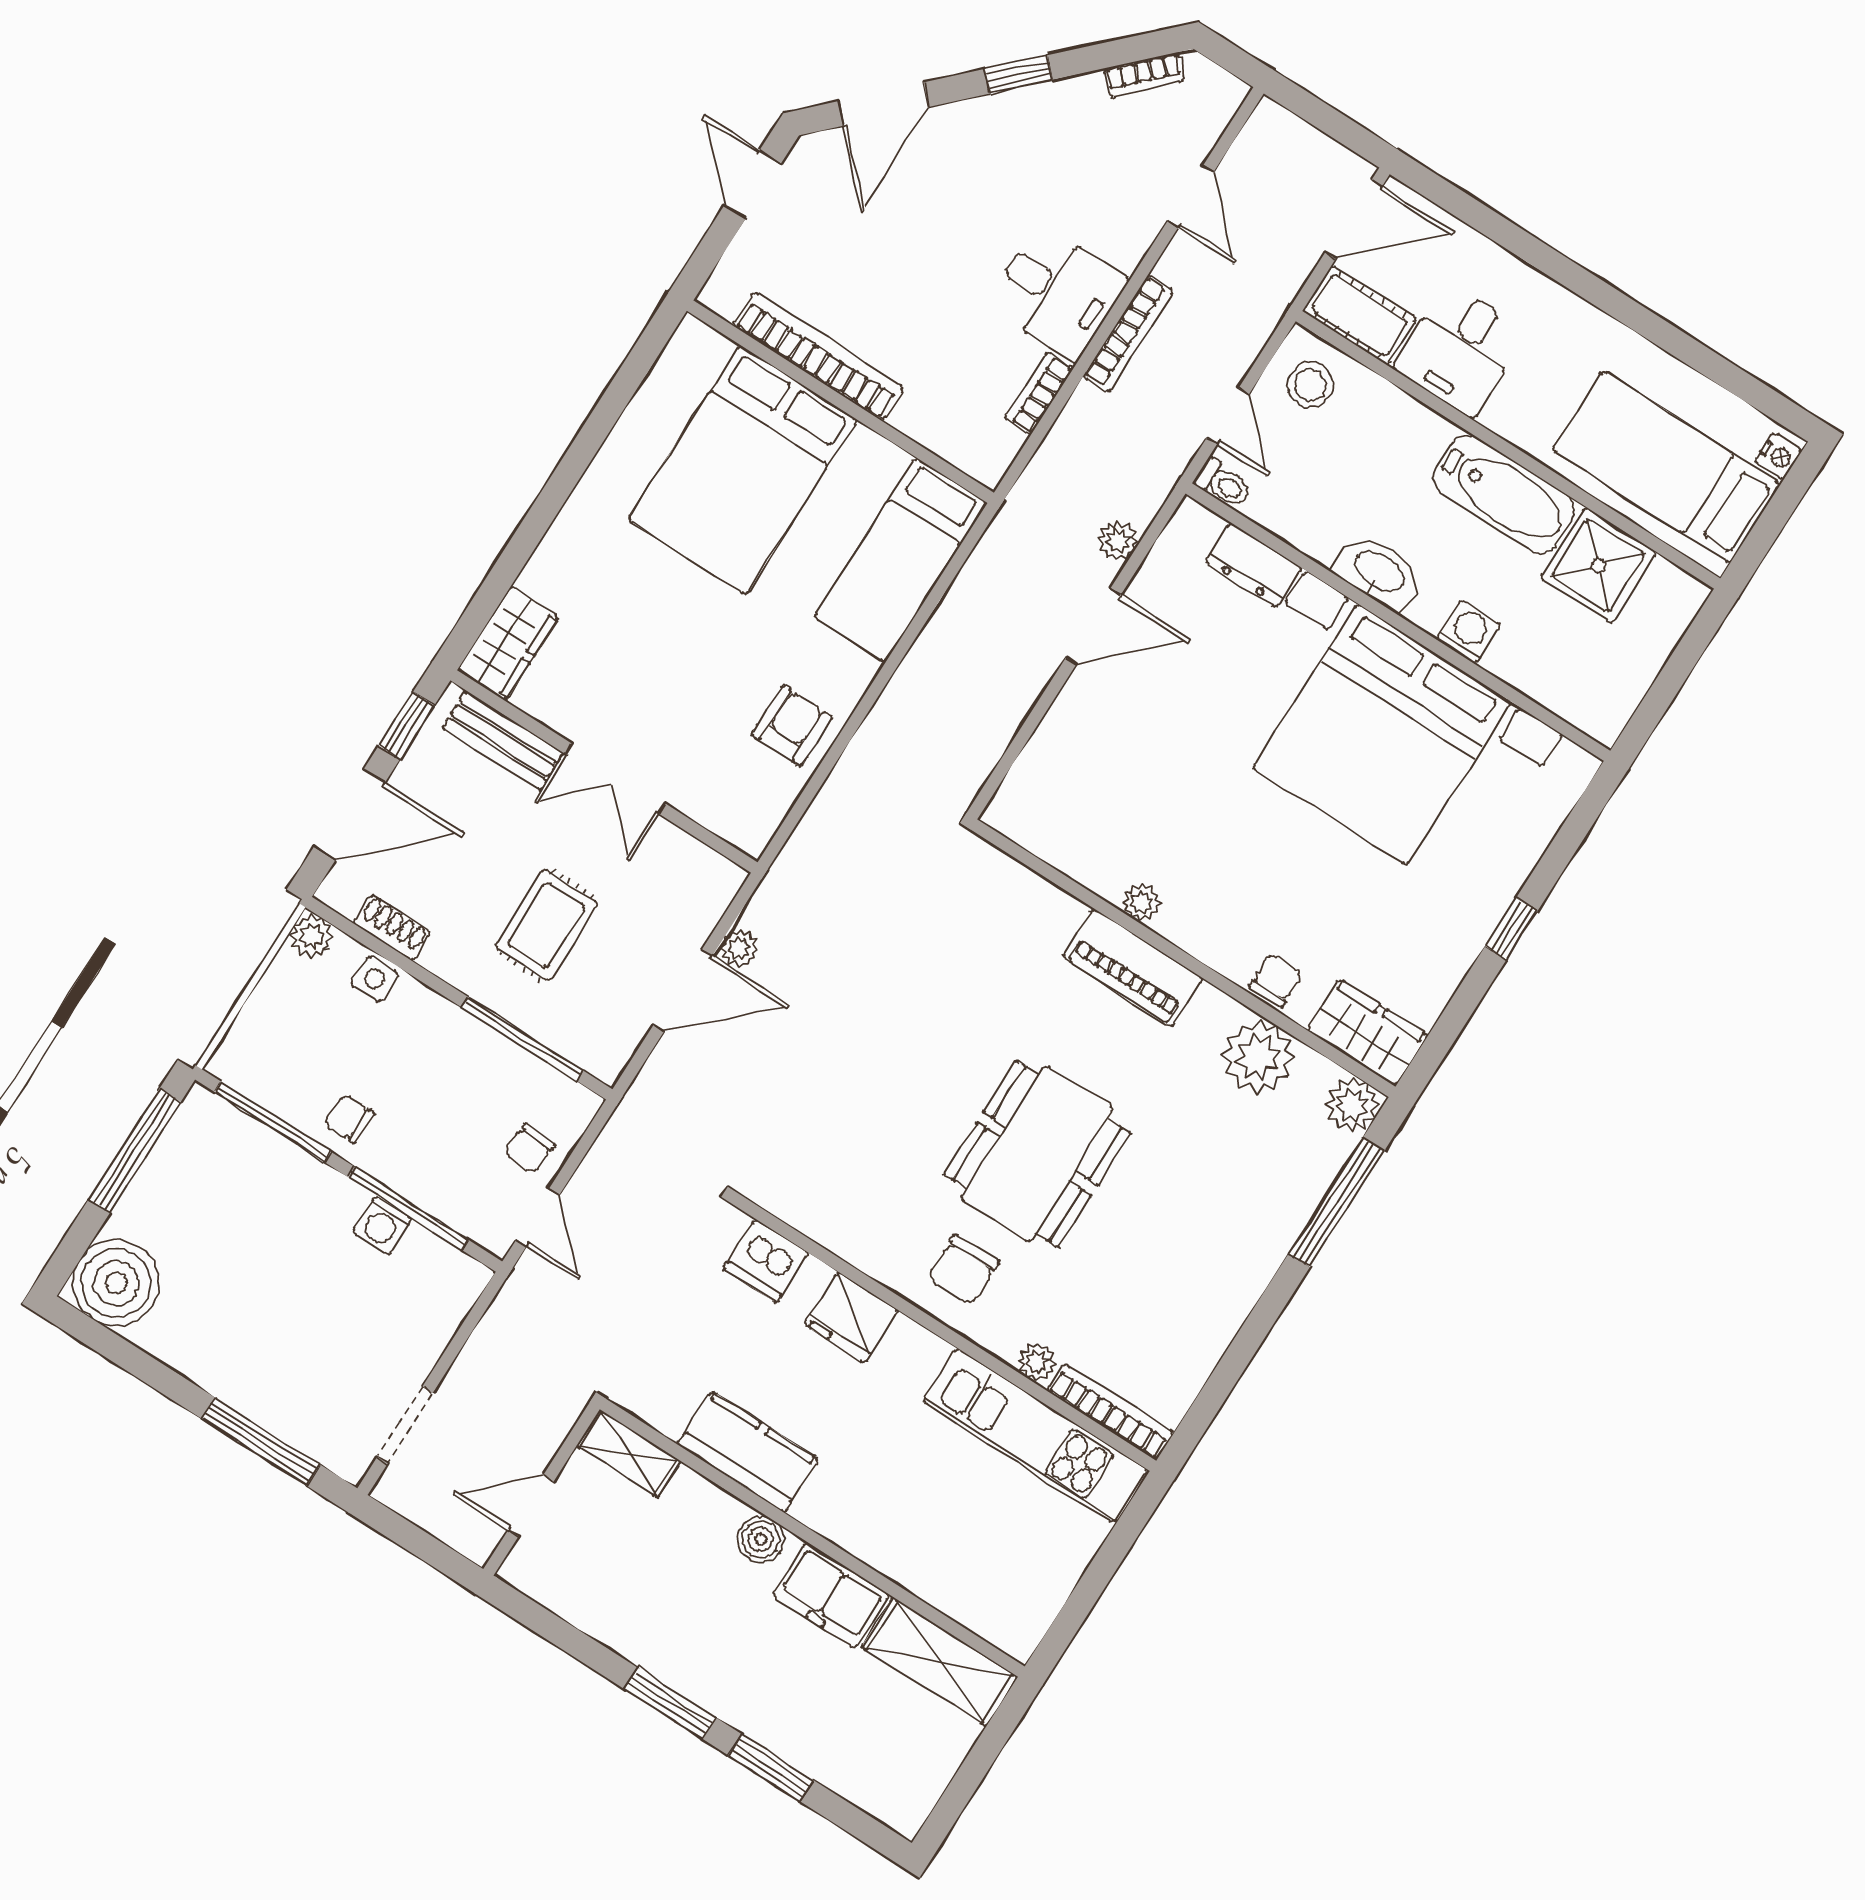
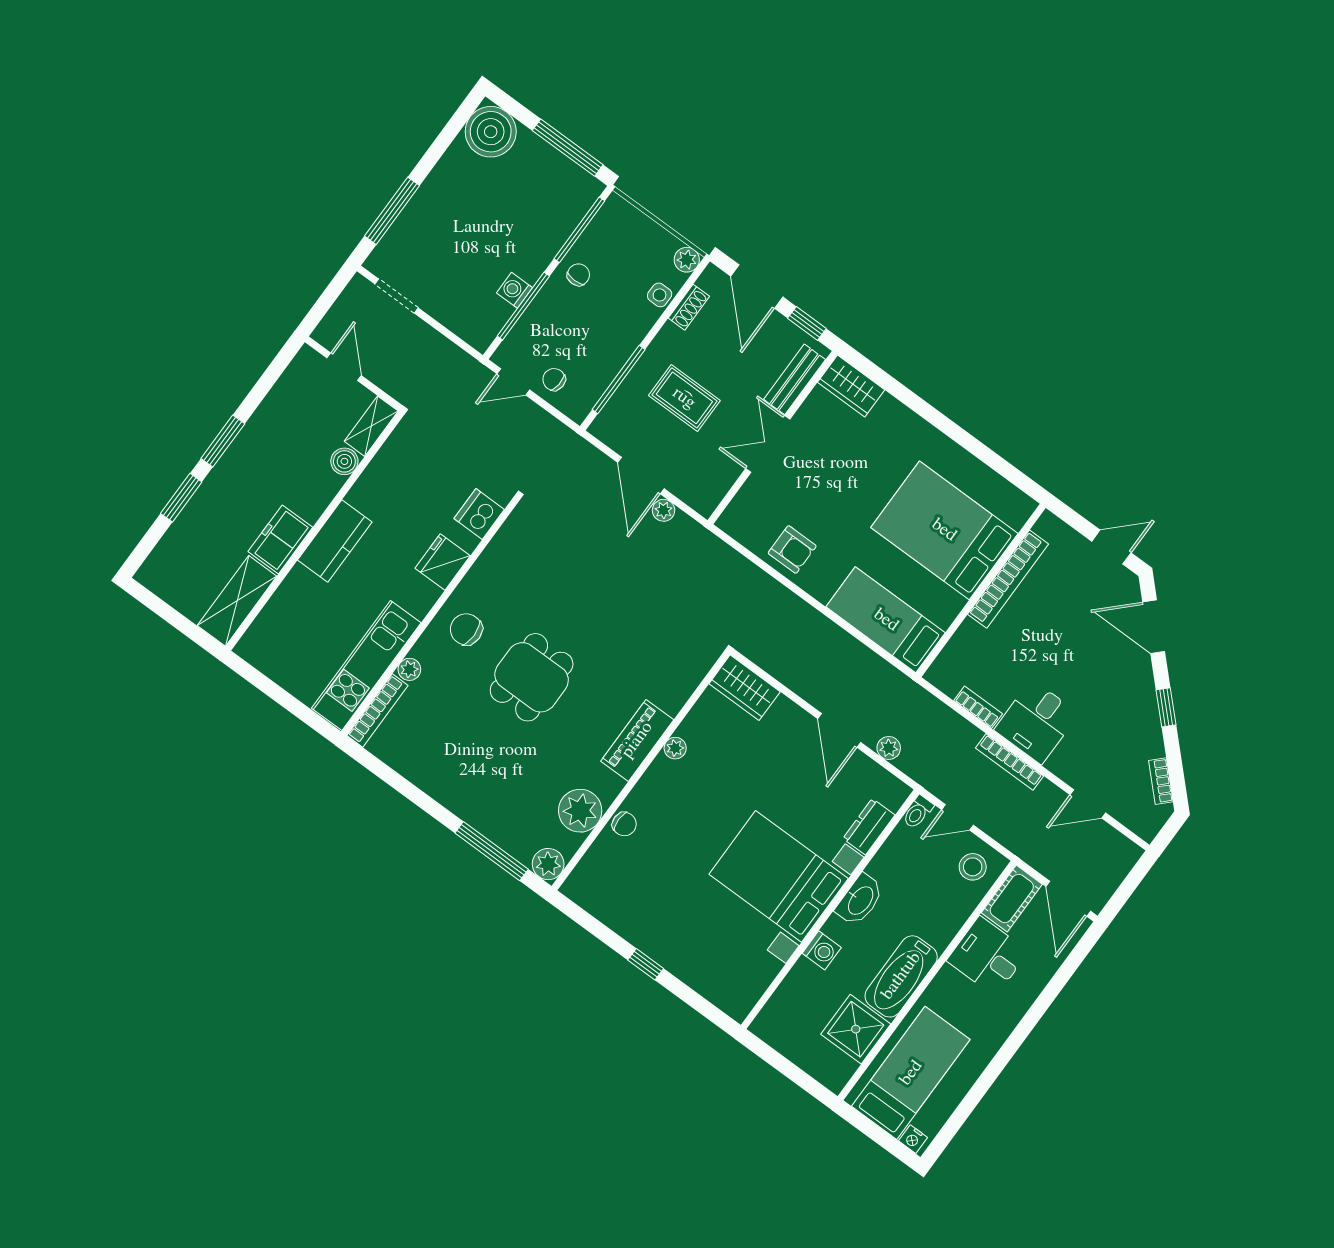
bed with nightstands: (1382, 735) -> (779, 876), width x0.73
wardrobe: (1367, 1033) -> (745, 688), moved, turned 90
dining table: (1037, 1154) -> (532, 677), width x0.73
kitchen counter: (748, 1452) -> (335, 541), moved
boiler: (761, 1539) -> (344, 461), moved

